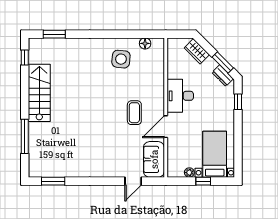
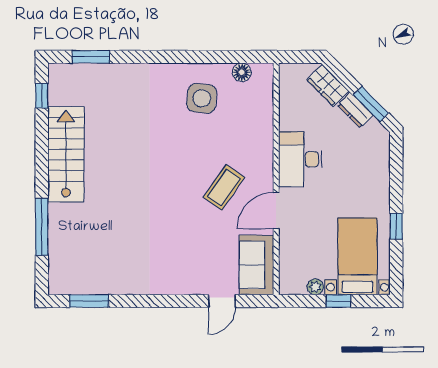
dresser: (223, 76) -> (355, 110), moved
window: (238, 102) -> (396, 226), moved
coffee table: (134, 113) -> (224, 187), turned 35

